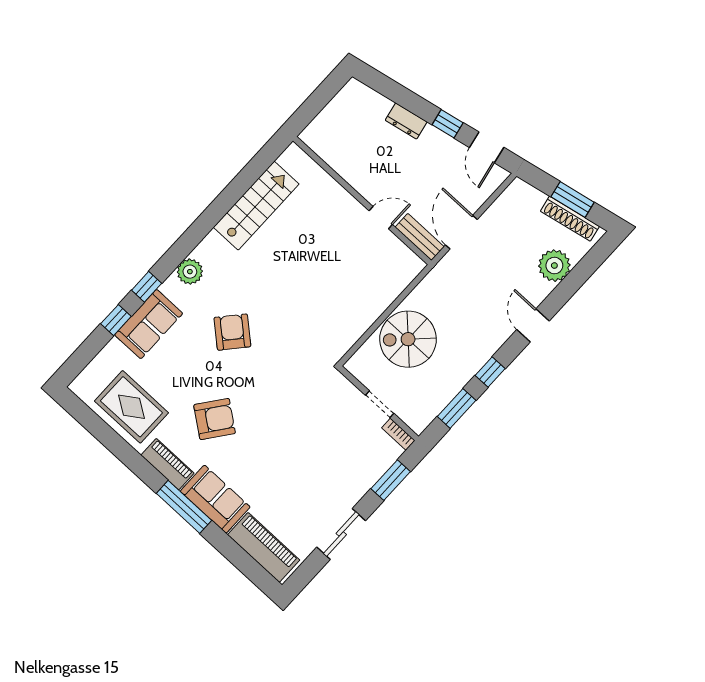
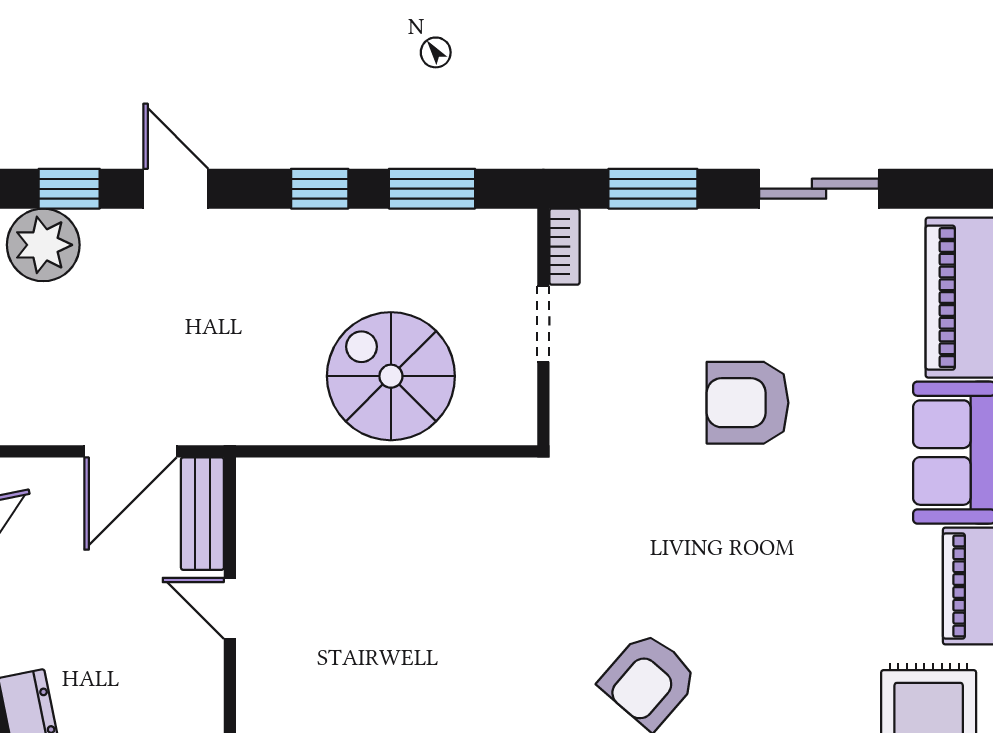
window: (565, 291) -> (69, 189), added
door: (533, 325) -> (176, 189), swing flipped
spiral stairs: (408, 339) -> (391, 376), turned 180
armchair: (215, 419) -> (748, 403), moved, turned -37

